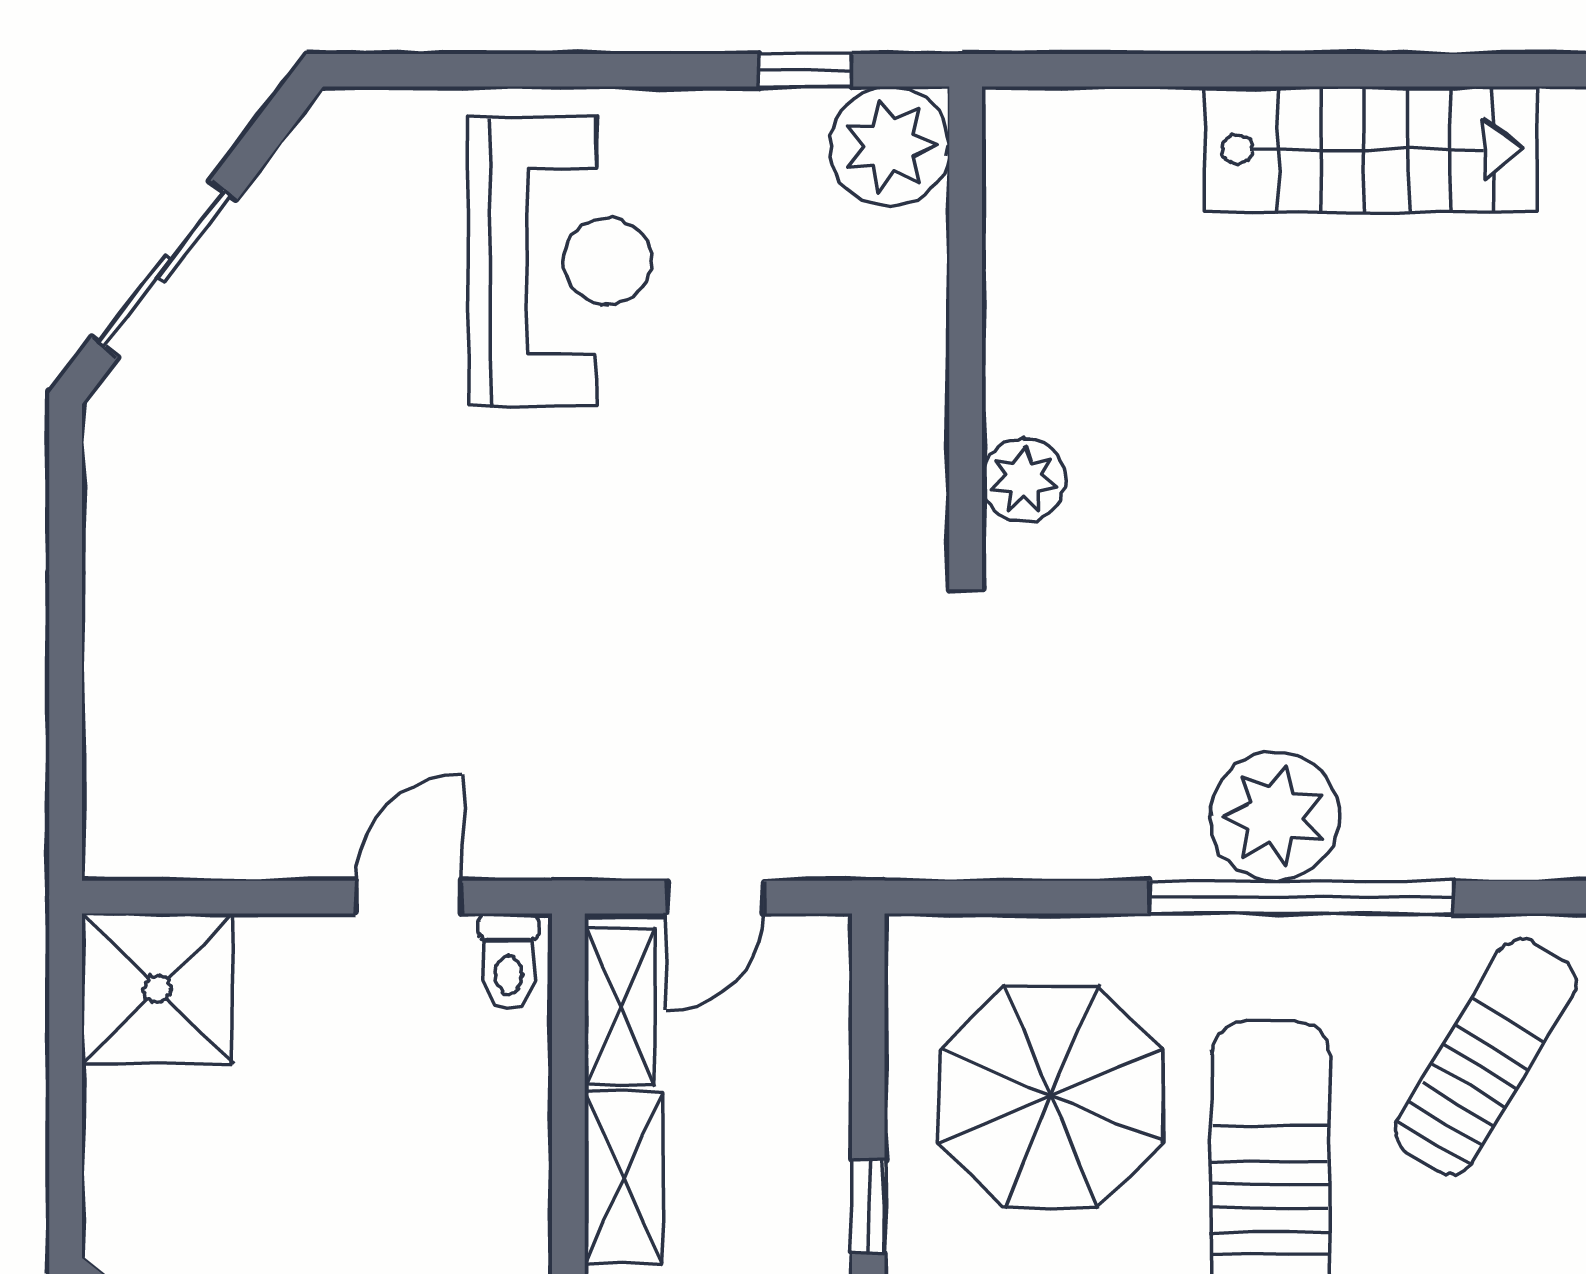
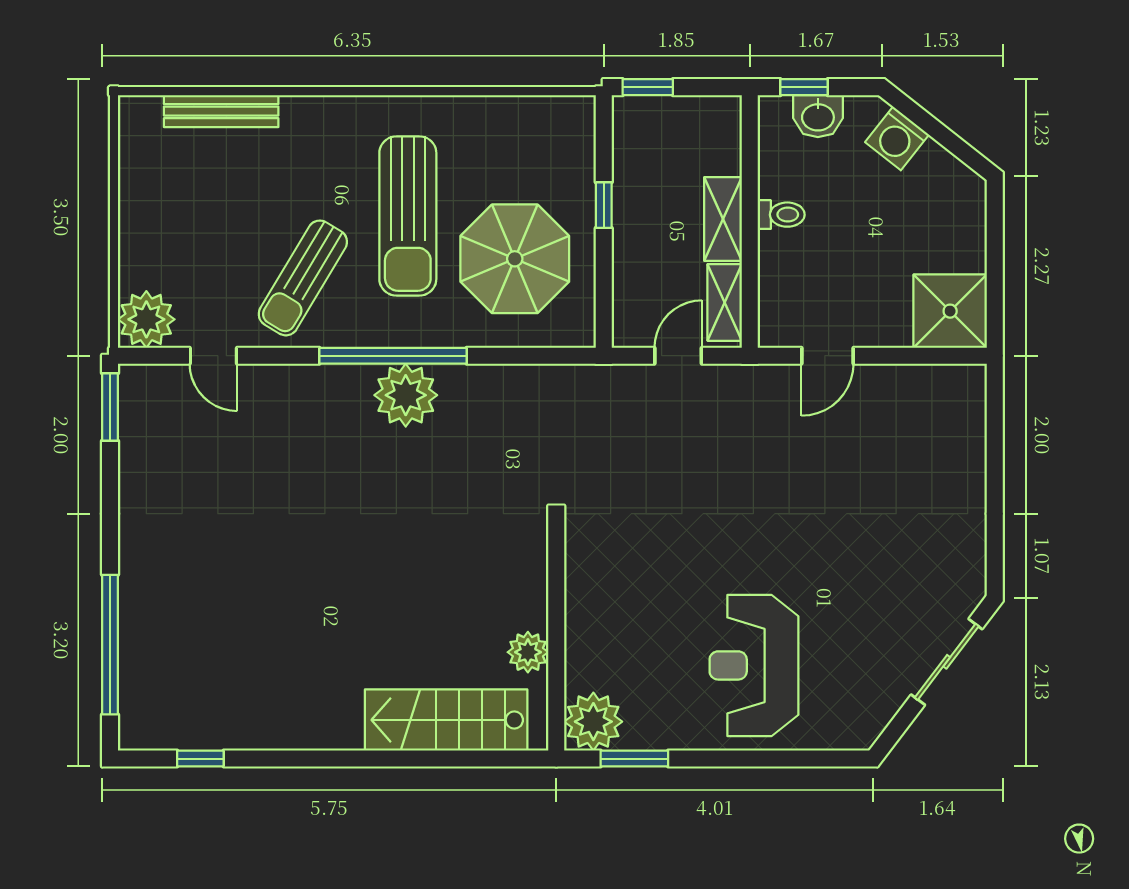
window: (805, 70) -> (634, 759), width x1.50
stairs: (1371, 149) -> (446, 720), moved
plant: (1024, 480) -> (528, 652), moved
toilet: (508, 962) -> (781, 215), moved, turned 90

